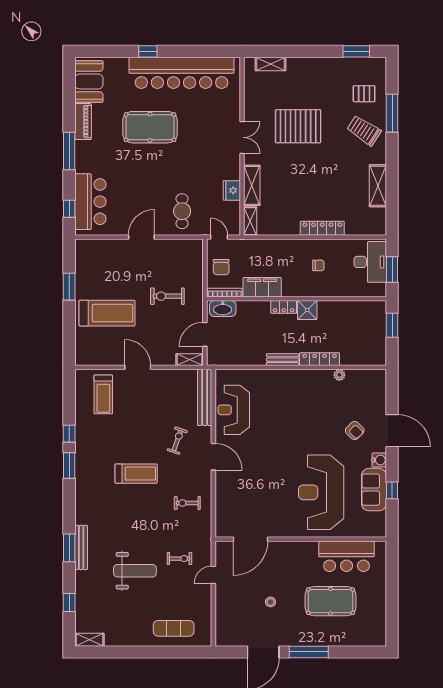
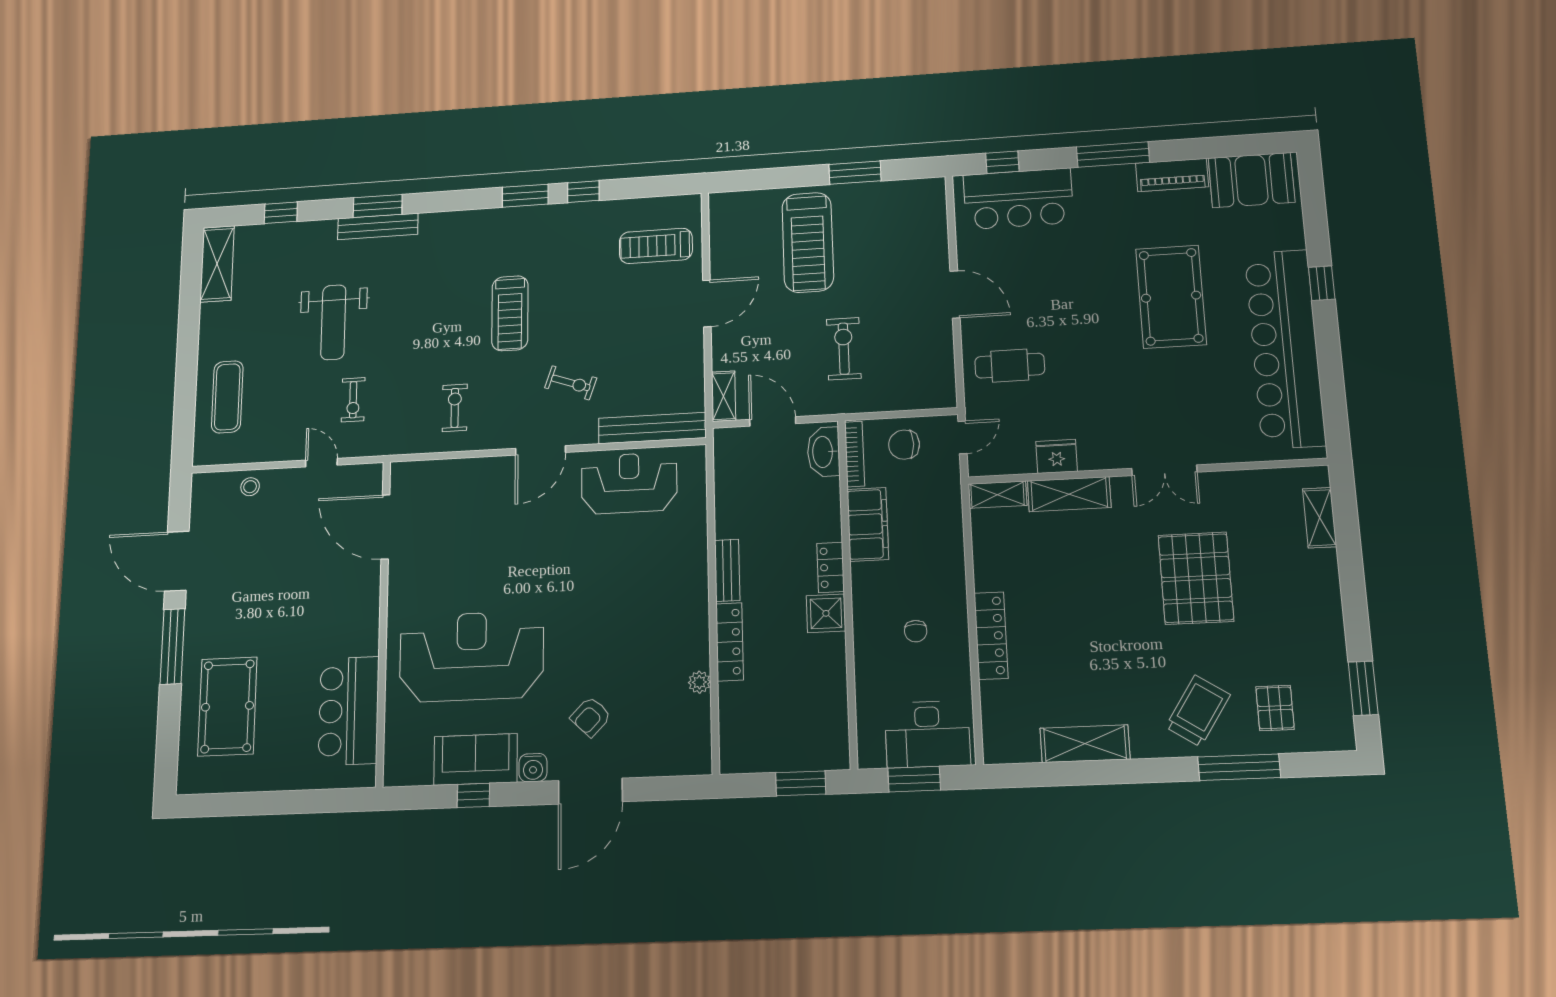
pool table: (331, 601) -> (227, 706), moved
stool: (270, 602) -> (250, 487), moved
shelving: (89, 640) -> (217, 264), width x1.50, depth x1.33

